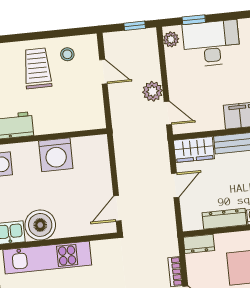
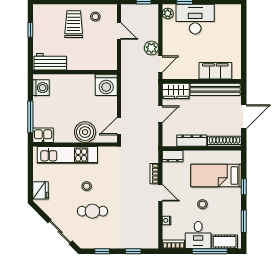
door: (168, 113) -> (160, 64), hinge flipped
washing machine: (56, 155) -> (106, 85), moved
boiler: (40, 225) -> (85, 132), moved

